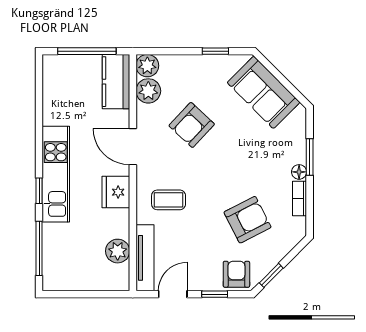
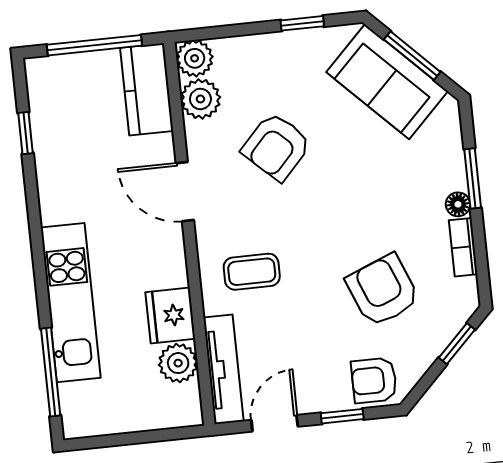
window: (281, 78) -> (412, 56), added
kitchen unit: (56, 174) -> (71, 303), moved
window: (39, 191) -> (25, 133), moved
fridge: (116, 192) -> (170, 315), moved
armchair: (248, 220) -> (383, 290), turned -85
armchair: (236, 274) -> (374, 380), turned -90
window: (271, 275) -> (457, 344), moved

